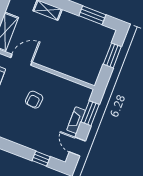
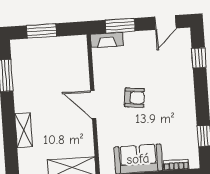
door: (21, 60) -> (93, 105), moved
fireplace: (76, 120) -> (107, 40), moved

